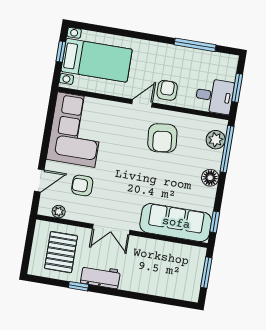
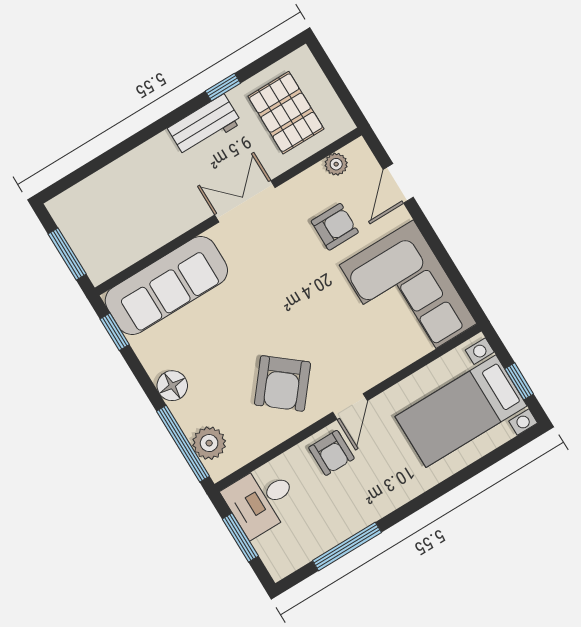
armchair: (162, 138) -> (282, 383), turned -135

